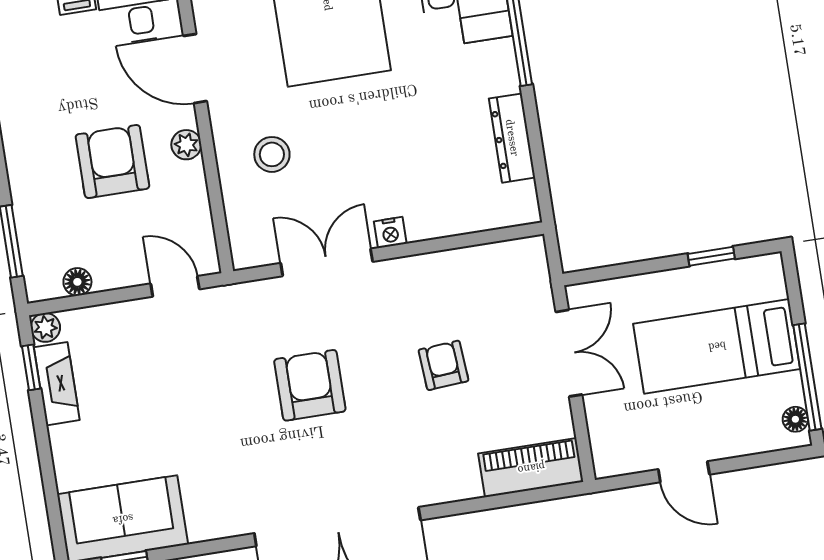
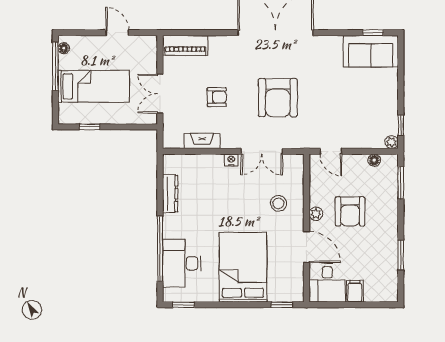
armchair: (443, 365) -> (217, 97), turned -86
fireplace: (57, 384) -> (202, 141), moved, turned 90
armchair: (310, 385) -> (278, 98), width x1.36, depth x1.36

